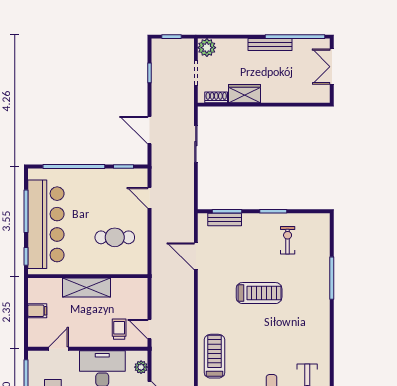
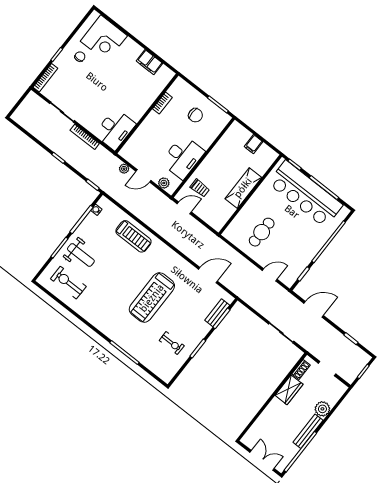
plant: (207, 48) -> (322, 409), moved
treadmill: (259, 293) -> (152, 298), width x1.37, depth x1.37
door: (59, 349) -> (218, 139), removed

